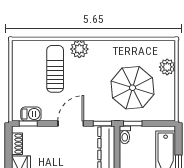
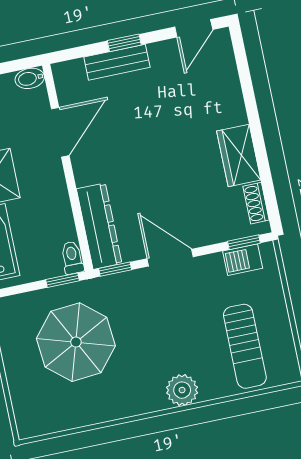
plant: (167, 67) -> (23, 391), removed
sun lounger: (55, 69) -> (245, 346), moved
door: (71, 123) -> (170, 258), swing flipped

